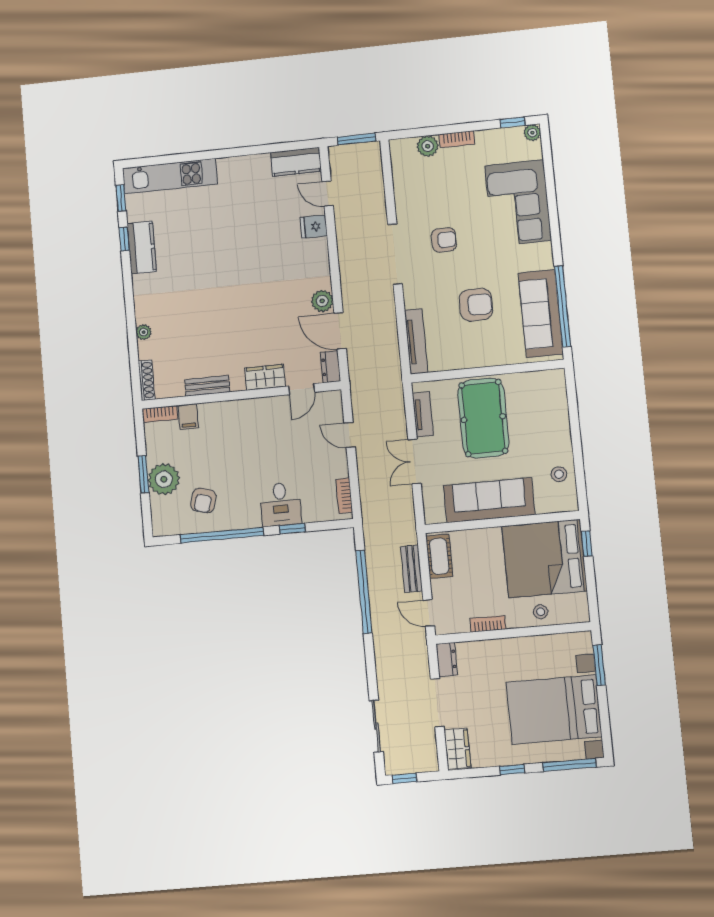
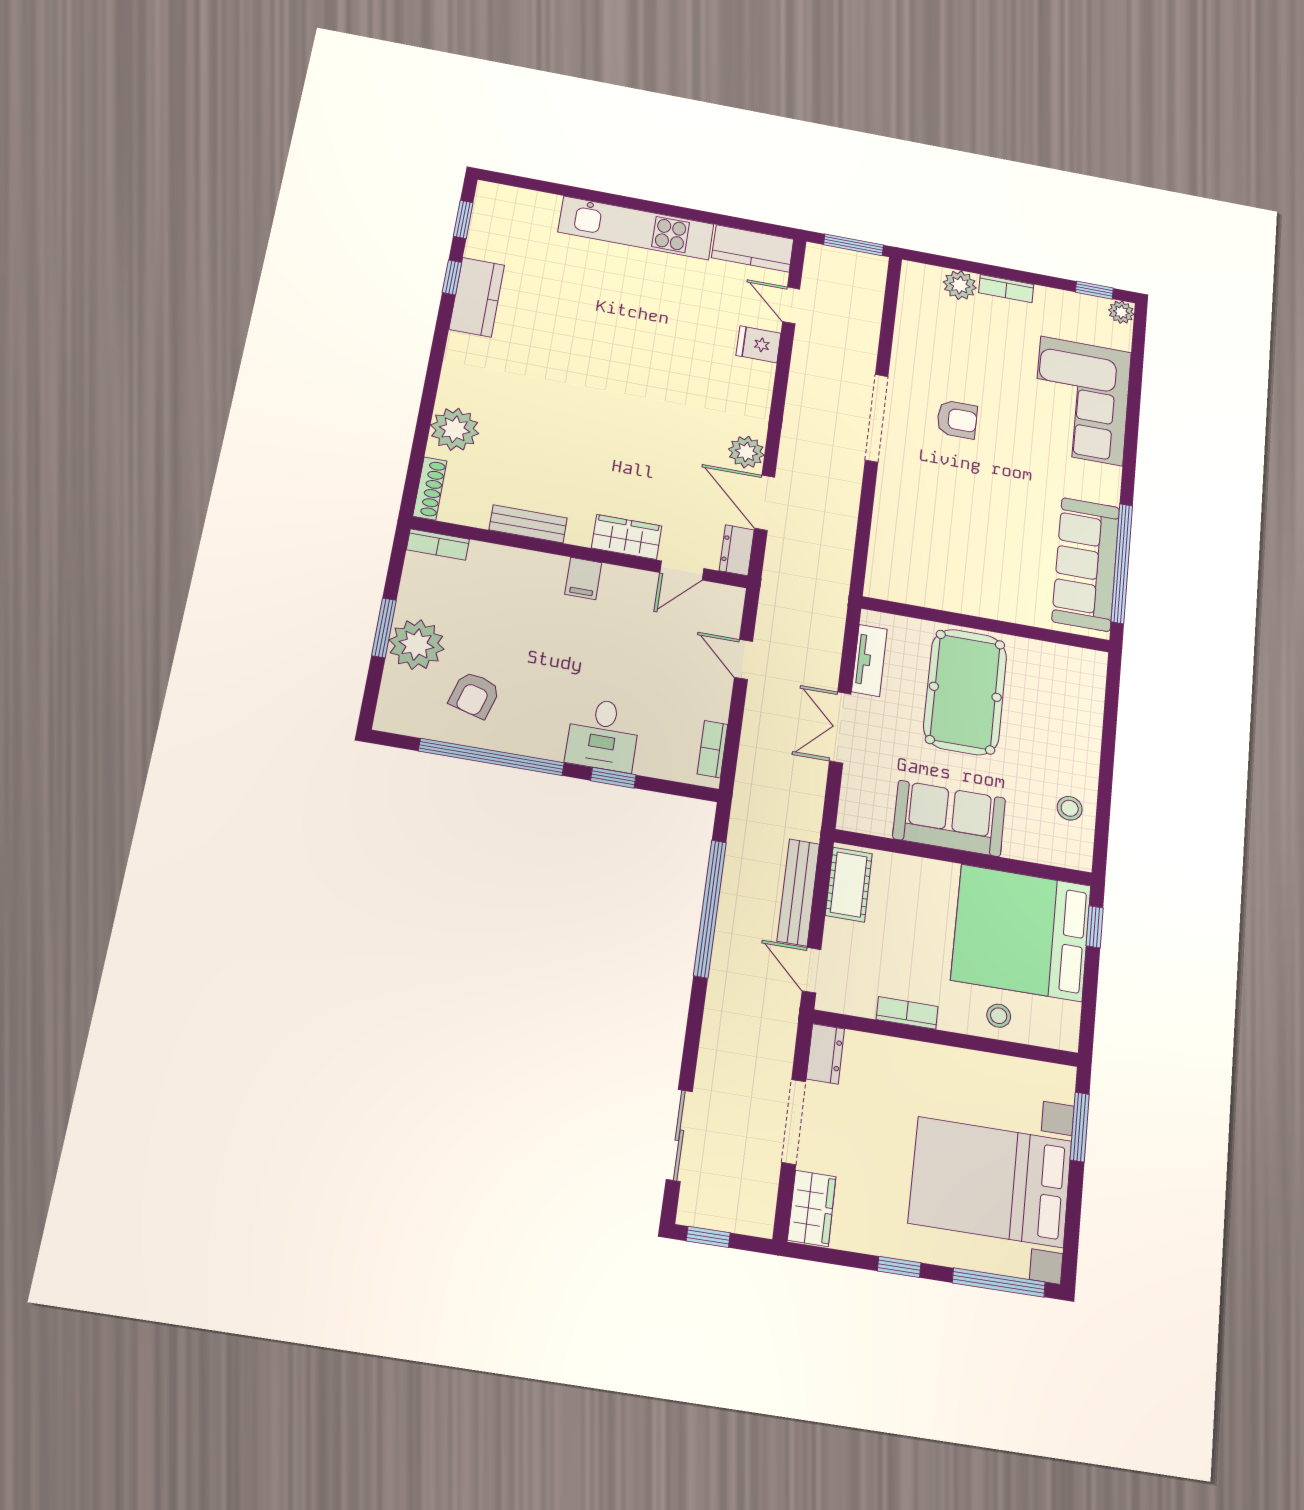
kitchen unit: (170, 176) -> (636, 228), moved
armchair: (476, 305) -> (988, 524), removed
plant: (144, 332) -> (455, 429), width x1.88, depth x1.88
tv unit: (416, 341) -> (882, 551), removed
filing cabinet: (188, 417) -> (583, 578), moved
sofa: (489, 500) -> (949, 818), width x0.73
bench: (412, 569) -> (798, 892), width x1.36

